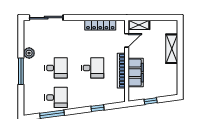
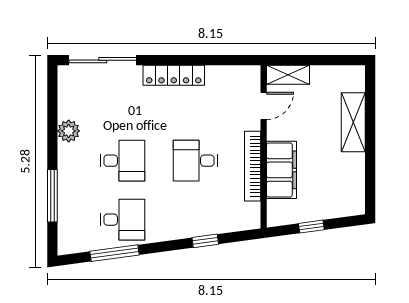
locker: (100, 25) -> (174, 75), moved
desk: (93, 68) -> (195, 161), turned 180
window: (21, 71) -> (52, 196), moved

